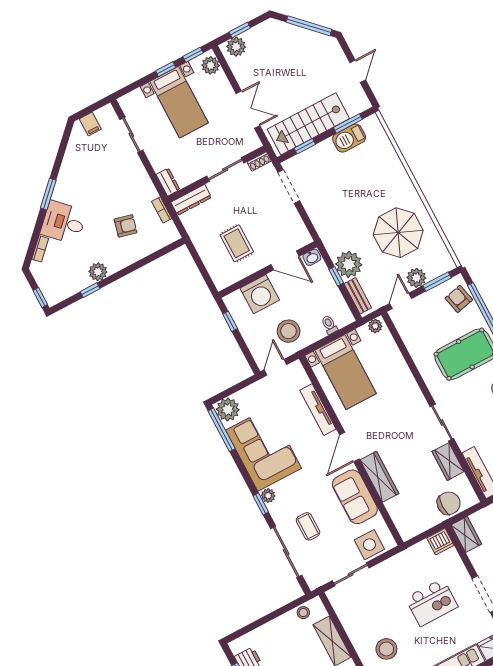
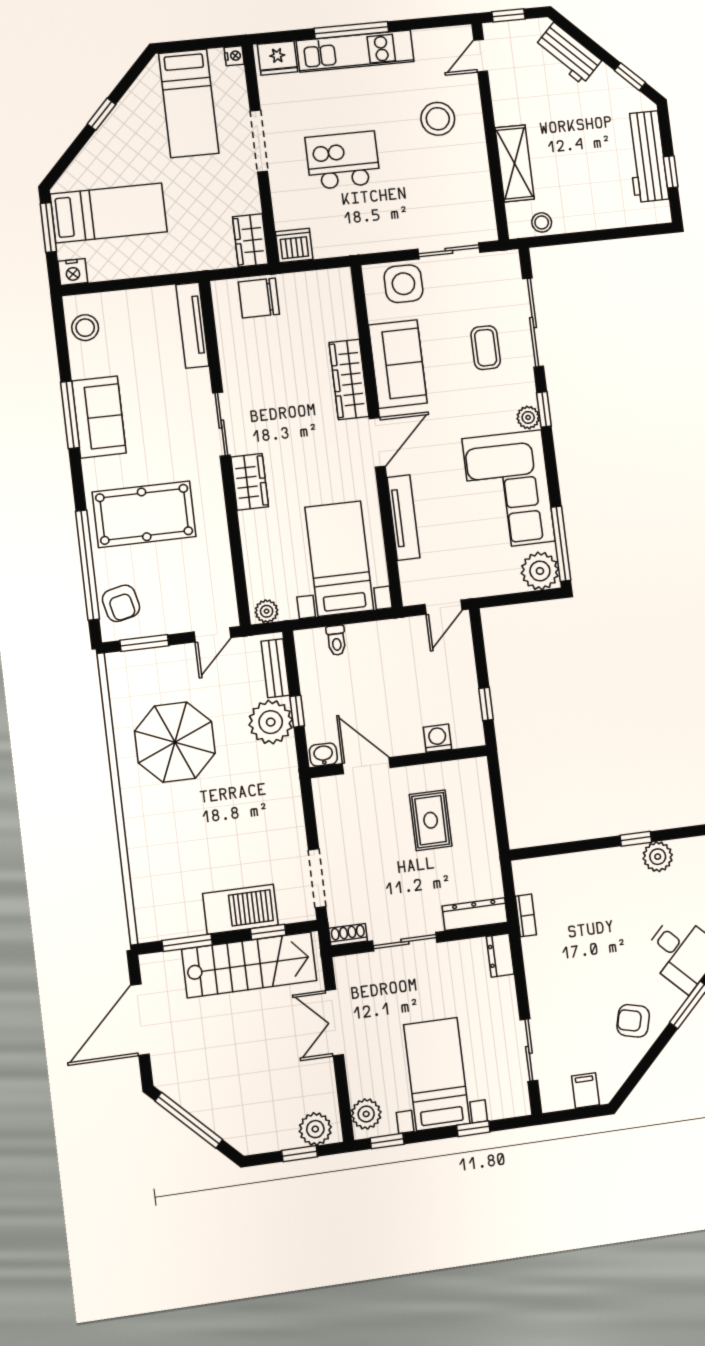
window: (166, 69) -> (473, 1129), moved
door: (358, 71) -> (140, 1020), width x1.88
barbecue: (349, 138) -> (240, 909), moved, width x1.37, depth x1.21
armchair: (126, 226) -> (633, 1021), moved
plant: (416, 278) -> (174, 661), removed
window: (90, 290) -> (636, 839), moved
washing machine: (260, 294) -> (437, 738), width x0.53, depth x0.53
stool: (289, 331) -> (403, 655), removed
wardrobe: (448, 462) -> (250, 482), moved

